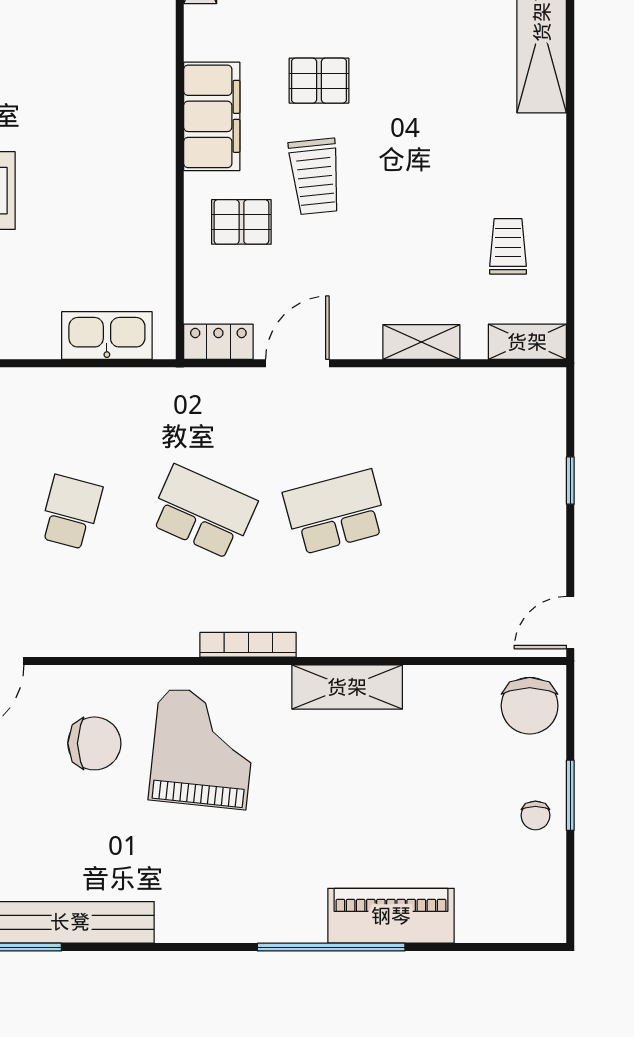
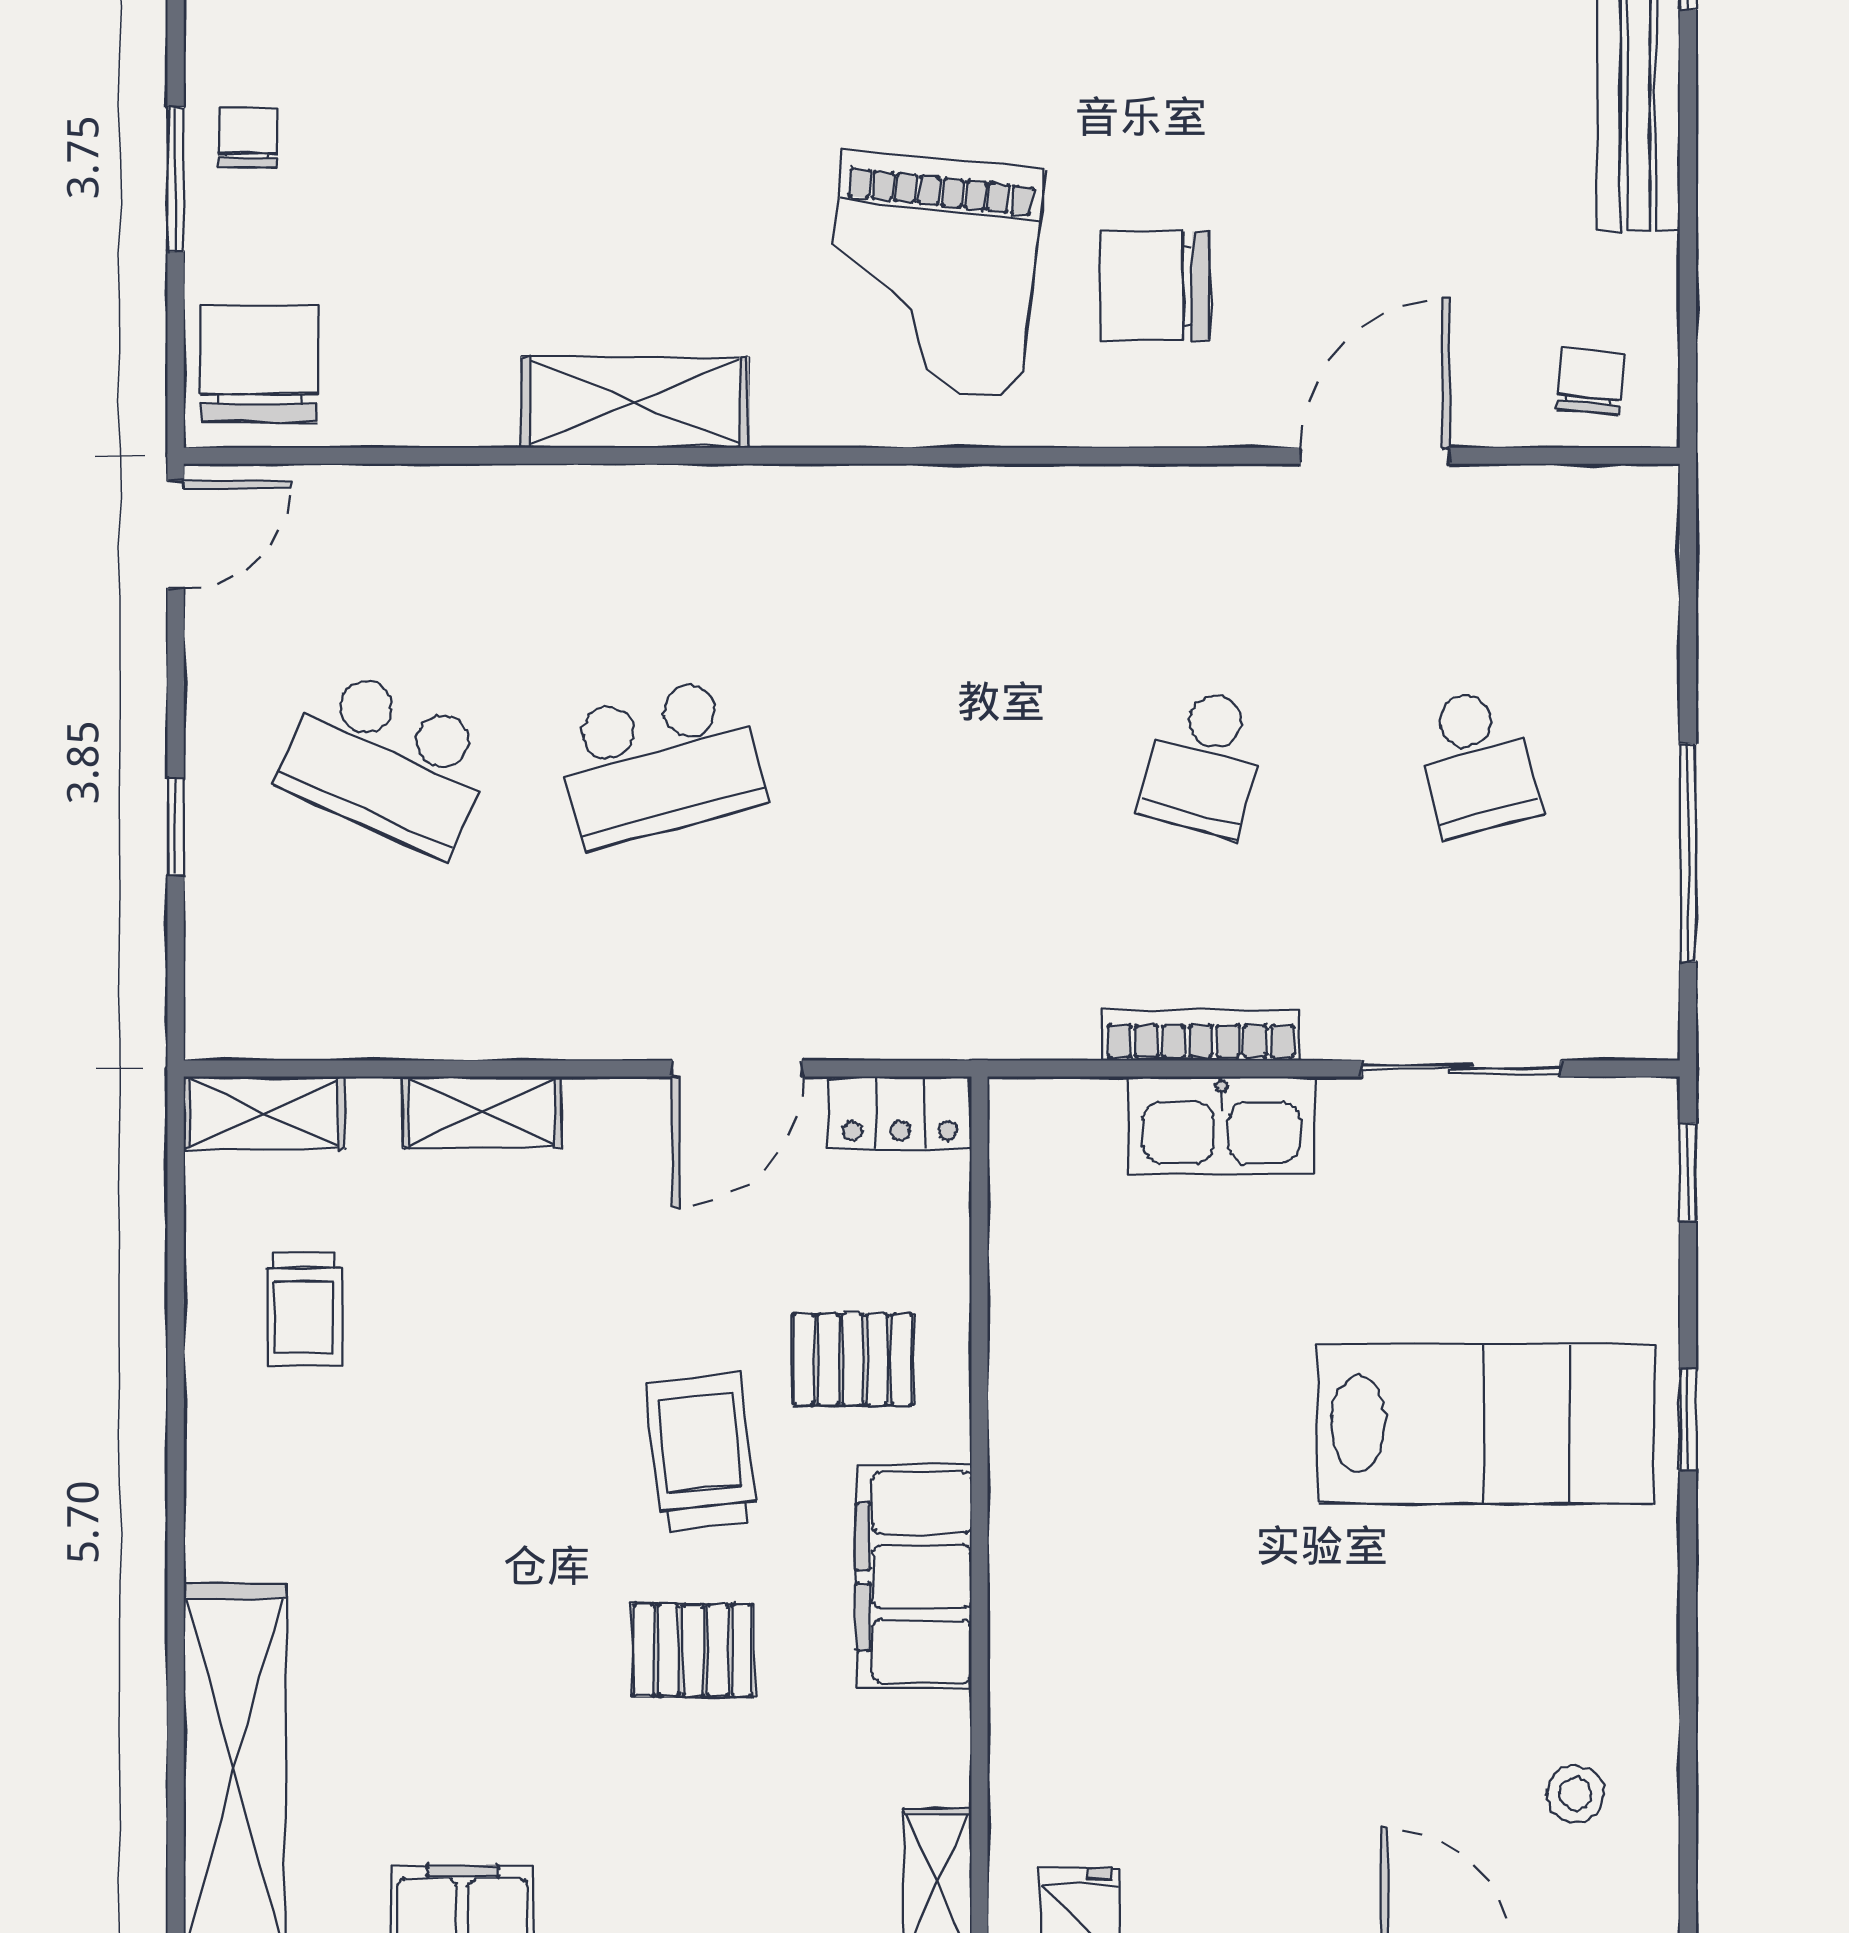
kitchen sink: (107, 336) -> (1221, 1126), moved
school desk: (203, 512) -> (387, 762), moved
bookcase: (248, 645) -> (1201, 1035), moved, turned 180

